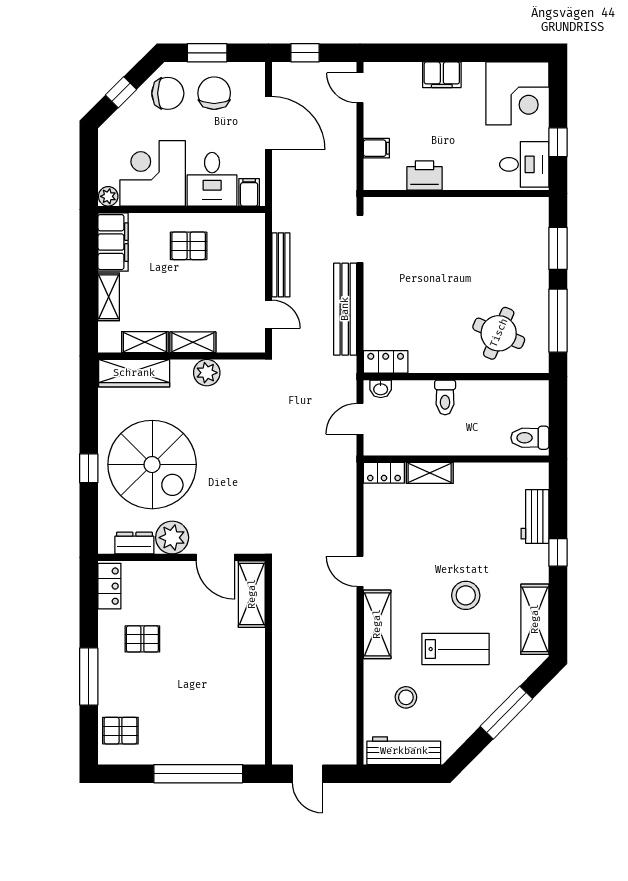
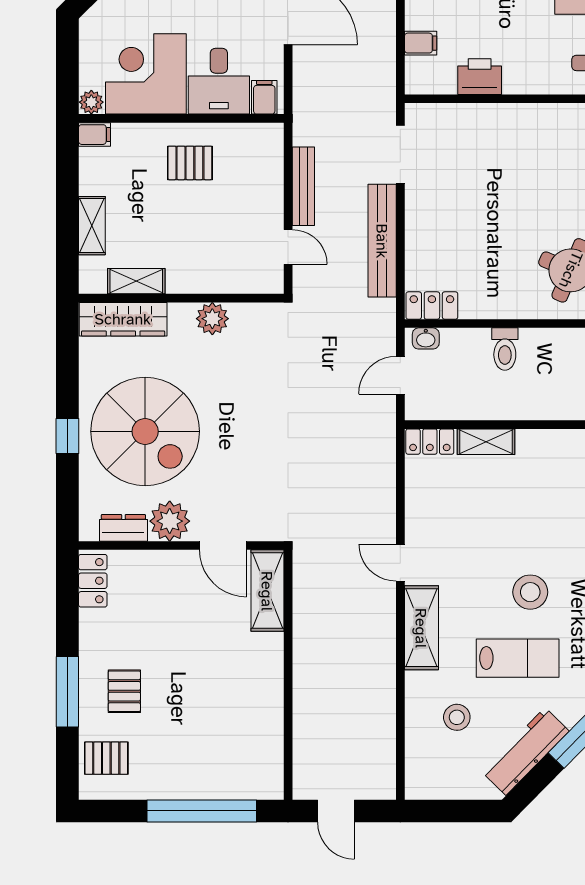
filing cabinet: (113, 242) -> (95, 135), width x0.33, depth x0.86
shelving: (193, 342) -> (195, 281), removed
pallet: (142, 639) -> (124, 691), moved, turned 90
workbench: (404, 751) -> (525, 751), moved, turned -46

